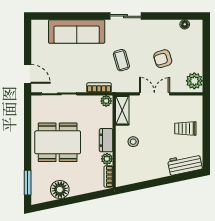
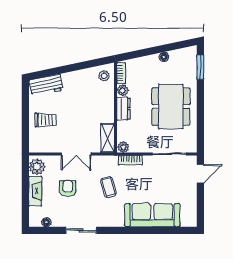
sliding door: (126, 16) -> (81, 230), moved
fireplace: (196, 56) -> (35, 191), added
armchair: (163, 59) -> (68, 189), turned -72
door: (28, 74) -> (200, 174), swing flipped
dining table: (58, 142) -> (171, 107), turned 90
stool: (133, 142) -> (104, 76), moved
floor lamp: (60, 190) -> (164, 57), width x0.53, depth x0.53

